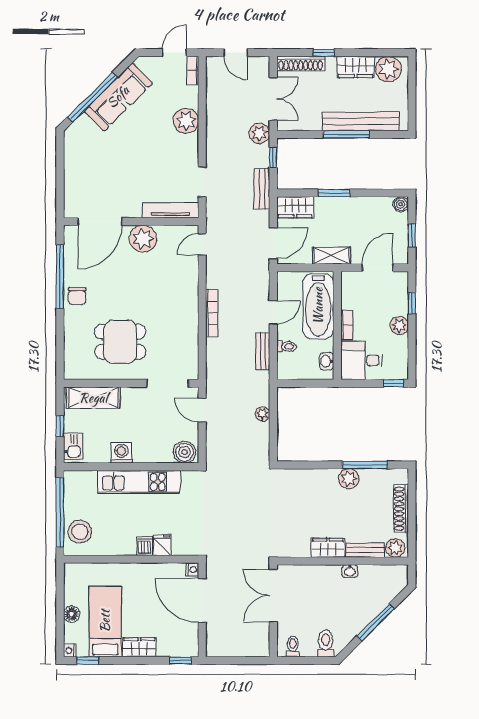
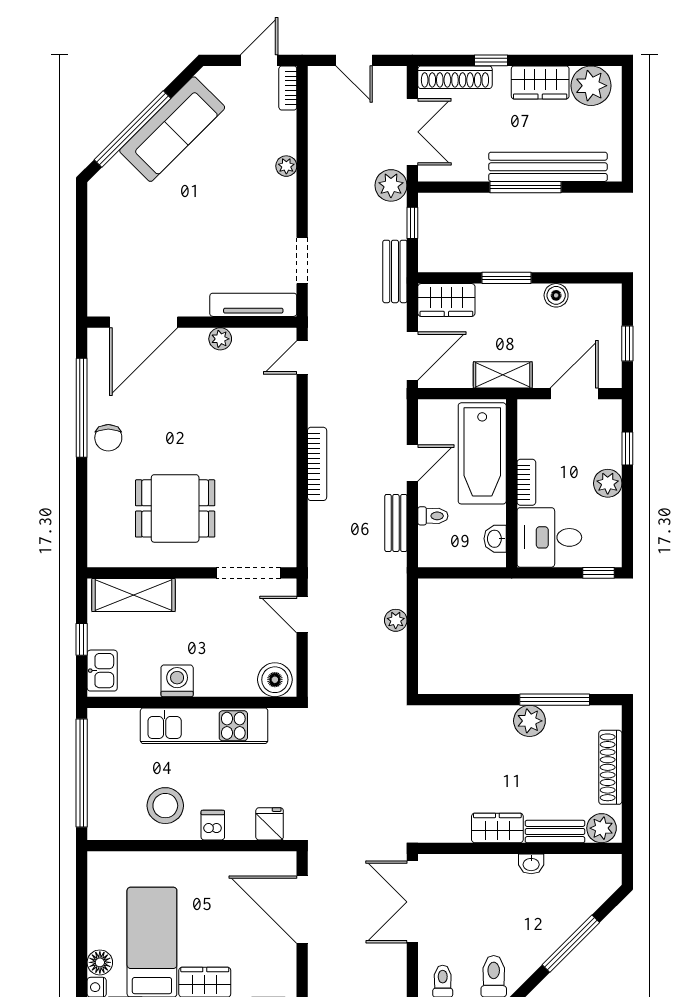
plant: (186, 121) -> (286, 166), width x0.53, depth x0.53
boiler: (401, 204) -> (556, 295), moved
plant: (143, 239) -> (220, 339), width x0.53, depth x0.53
stool: (80, 532) -> (165, 806), moved
fridge: (162, 545) -> (270, 824), moved
nightstand: (192, 569) -> (287, 862), removed
floor lamp: (72, 614) -> (100, 962), moved

